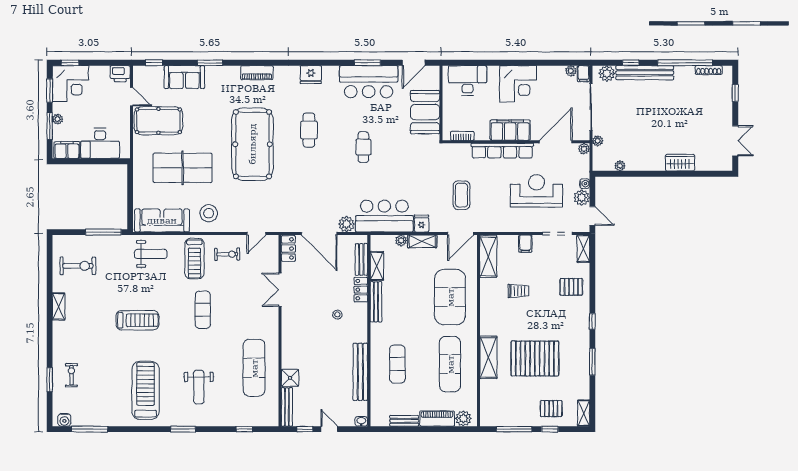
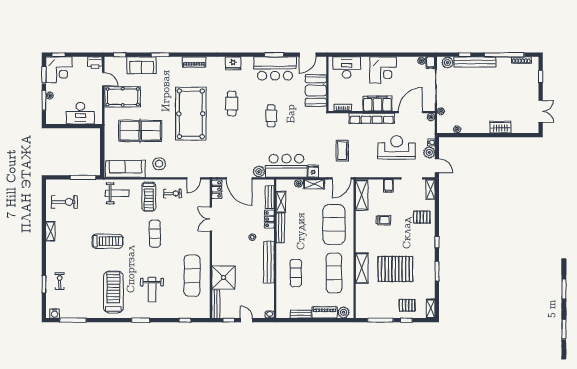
filing cabinet: (67, 150) -> (56, 118), removed
bench: (360, 372) -> (269, 262), moved
shower: (290, 378) -> (223, 278), width x1.86, depth x1.86

